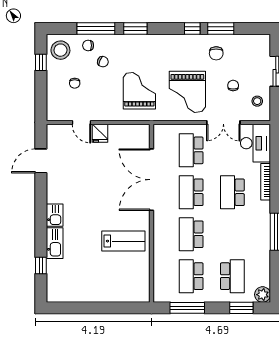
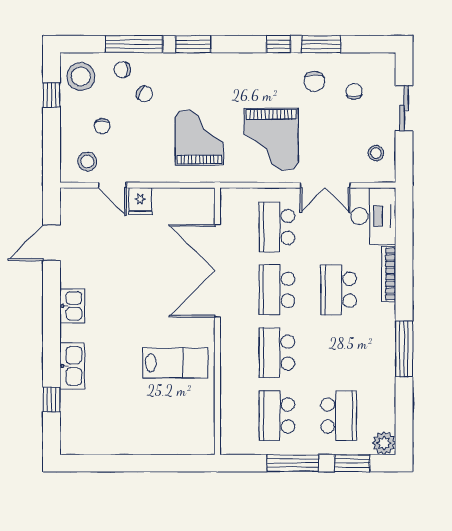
chair: (233, 85) -> (354, 91), moved
stool: (65, 107) -> (87, 161), added
kitchen sink: (55, 215) -> (72, 306), moved
window: (187, 308) -> (293, 463), moved

